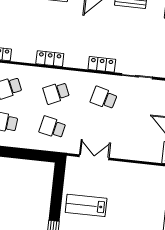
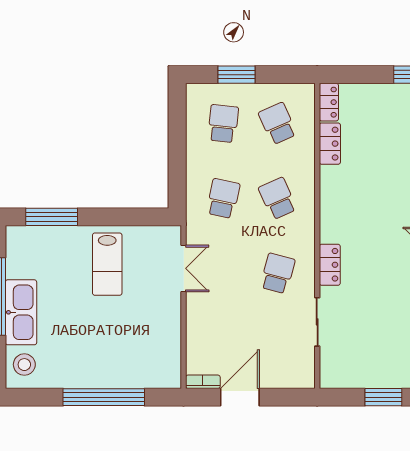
locker: (50, 59) -> (330, 144), moved
lab bench: (86, 205) -> (107, 264), turned 180

